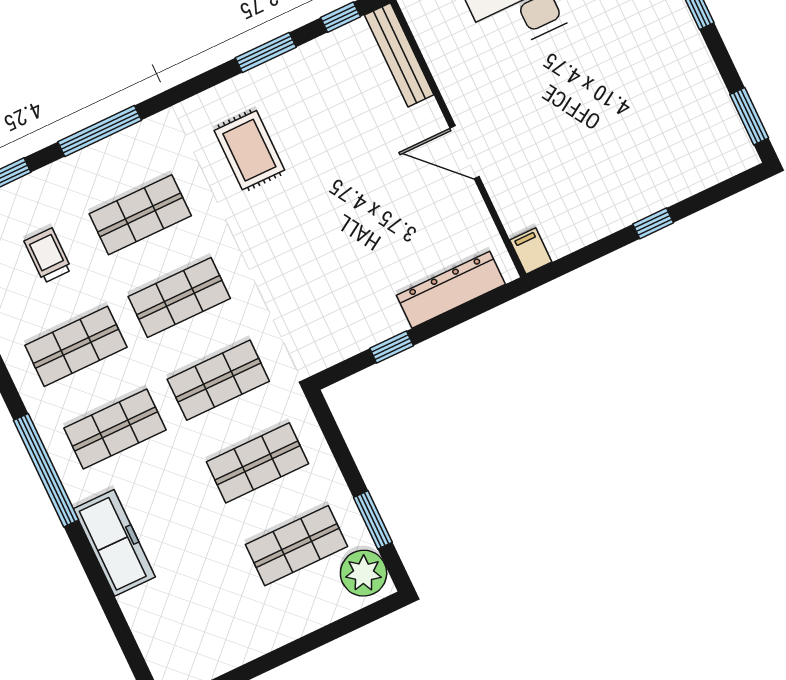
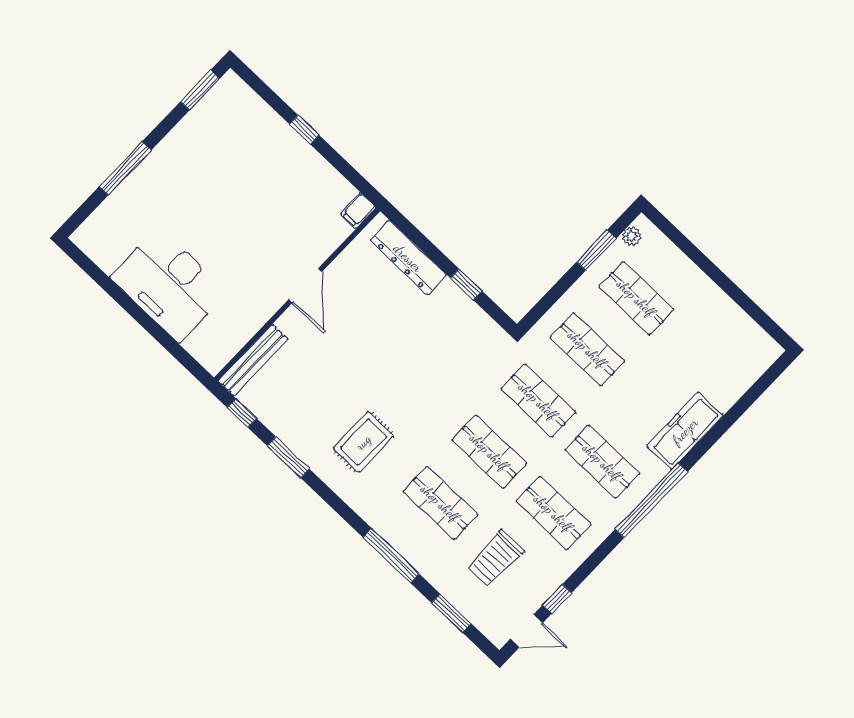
trolley: (48, 256) -> (496, 558), width x1.36, depth x1.39
plant: (364, 573) -> (632, 236), width x0.53, depth x0.53

